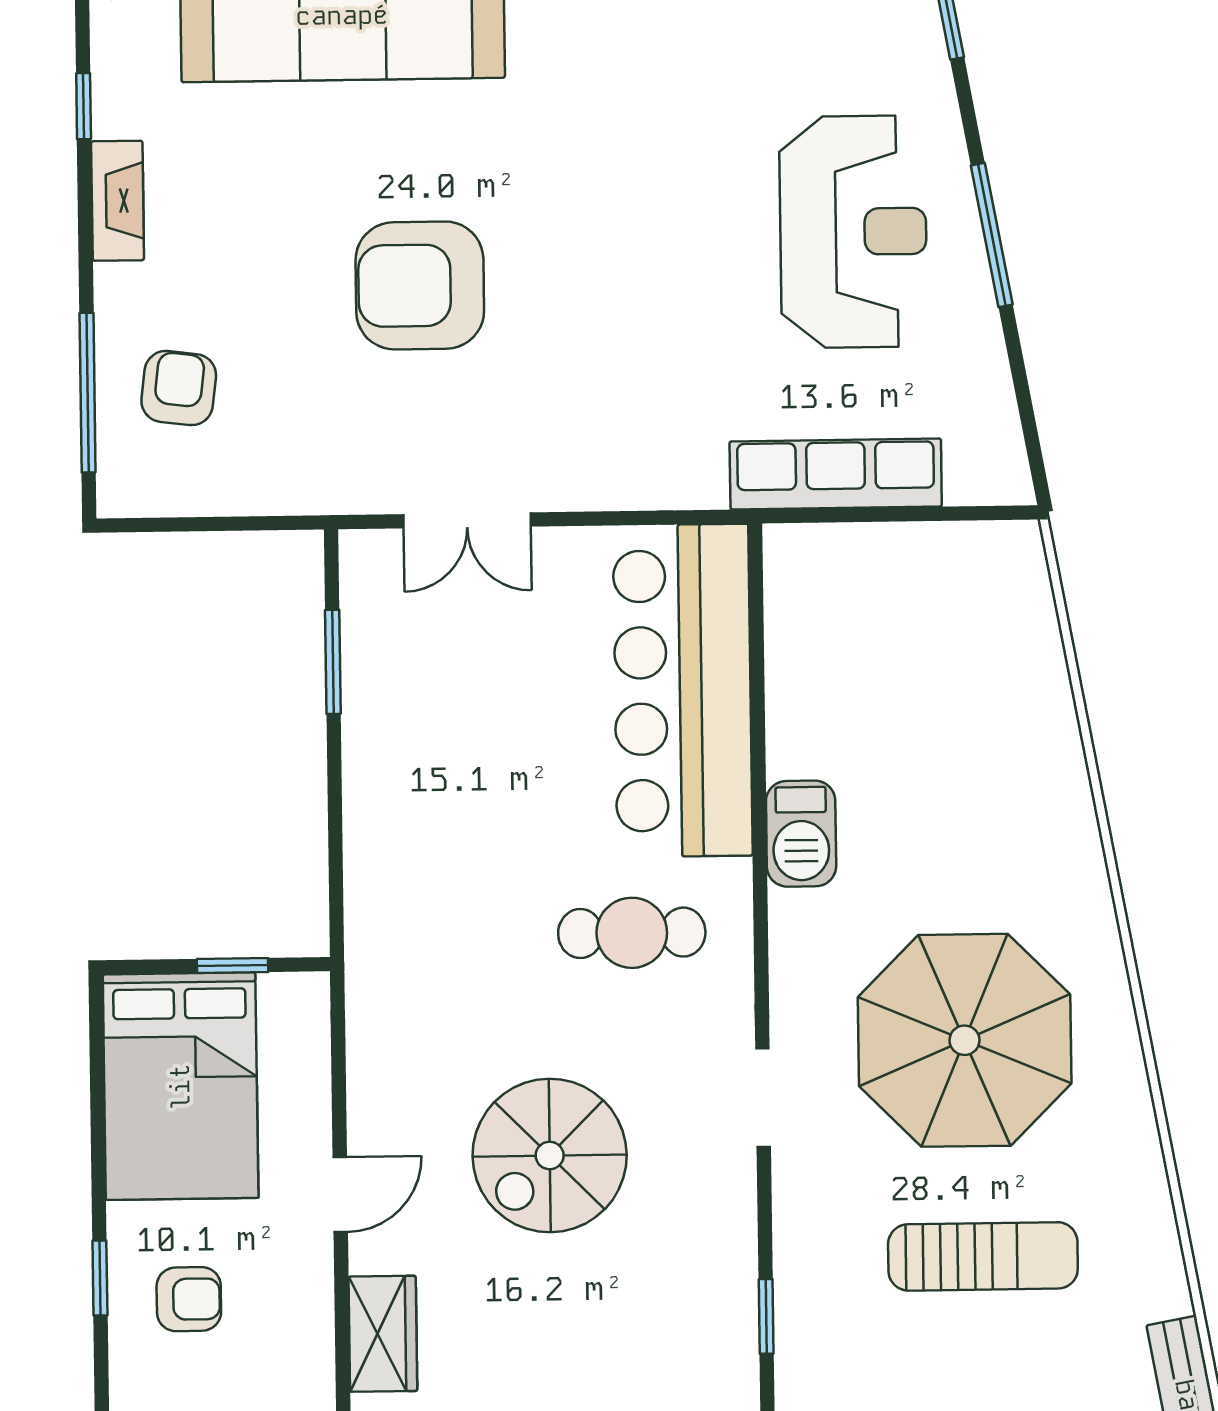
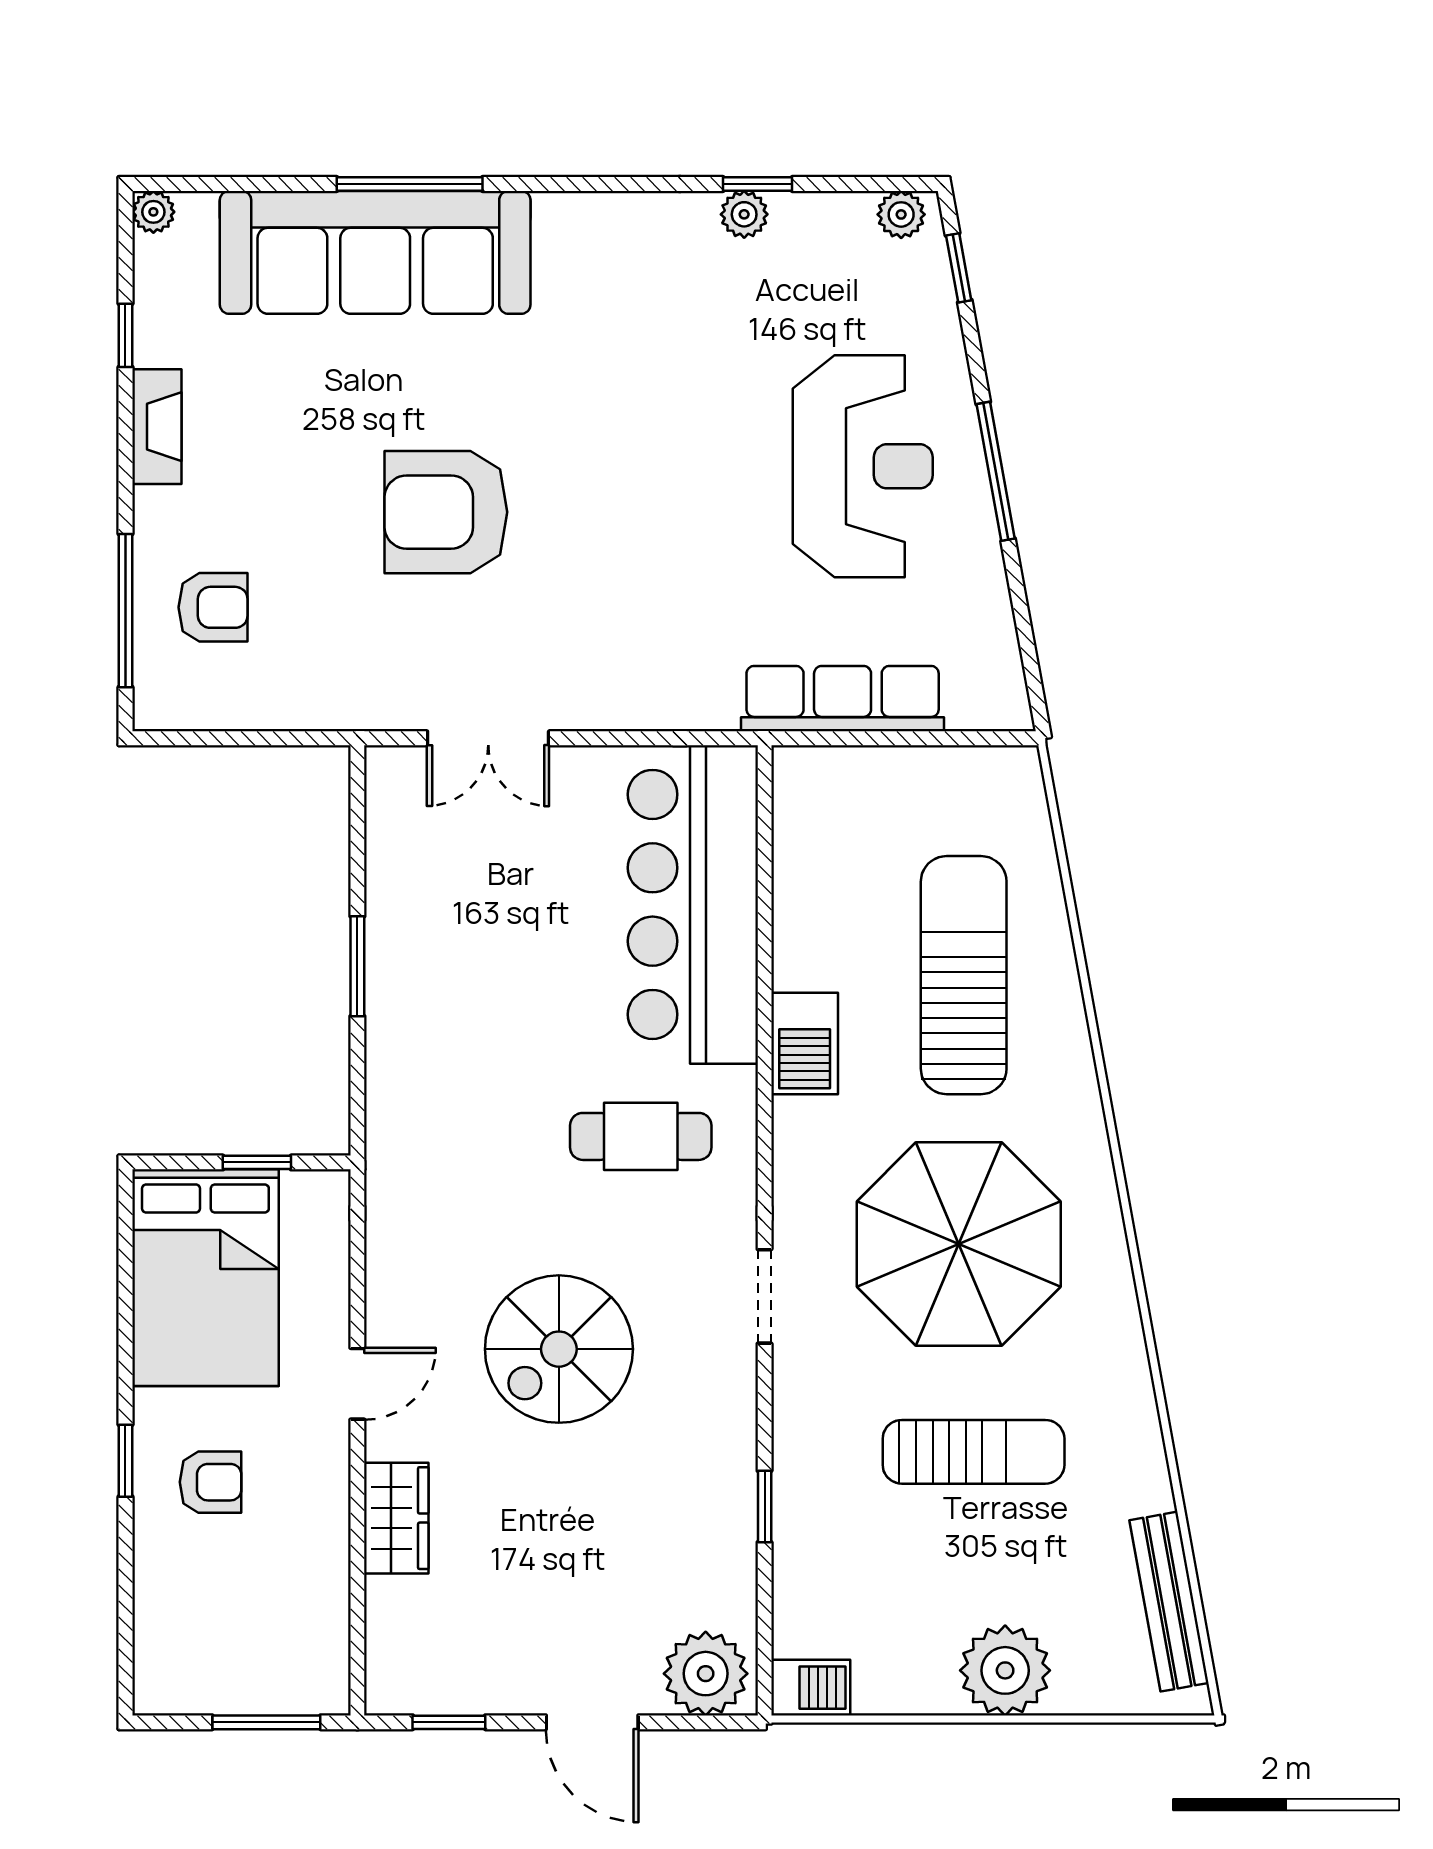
armchair: (179, 388) -> (213, 607), turned 83
window: (333, 662) -> (357, 966), moved
sun lounger: (966, 760) -> (964, 975), added

